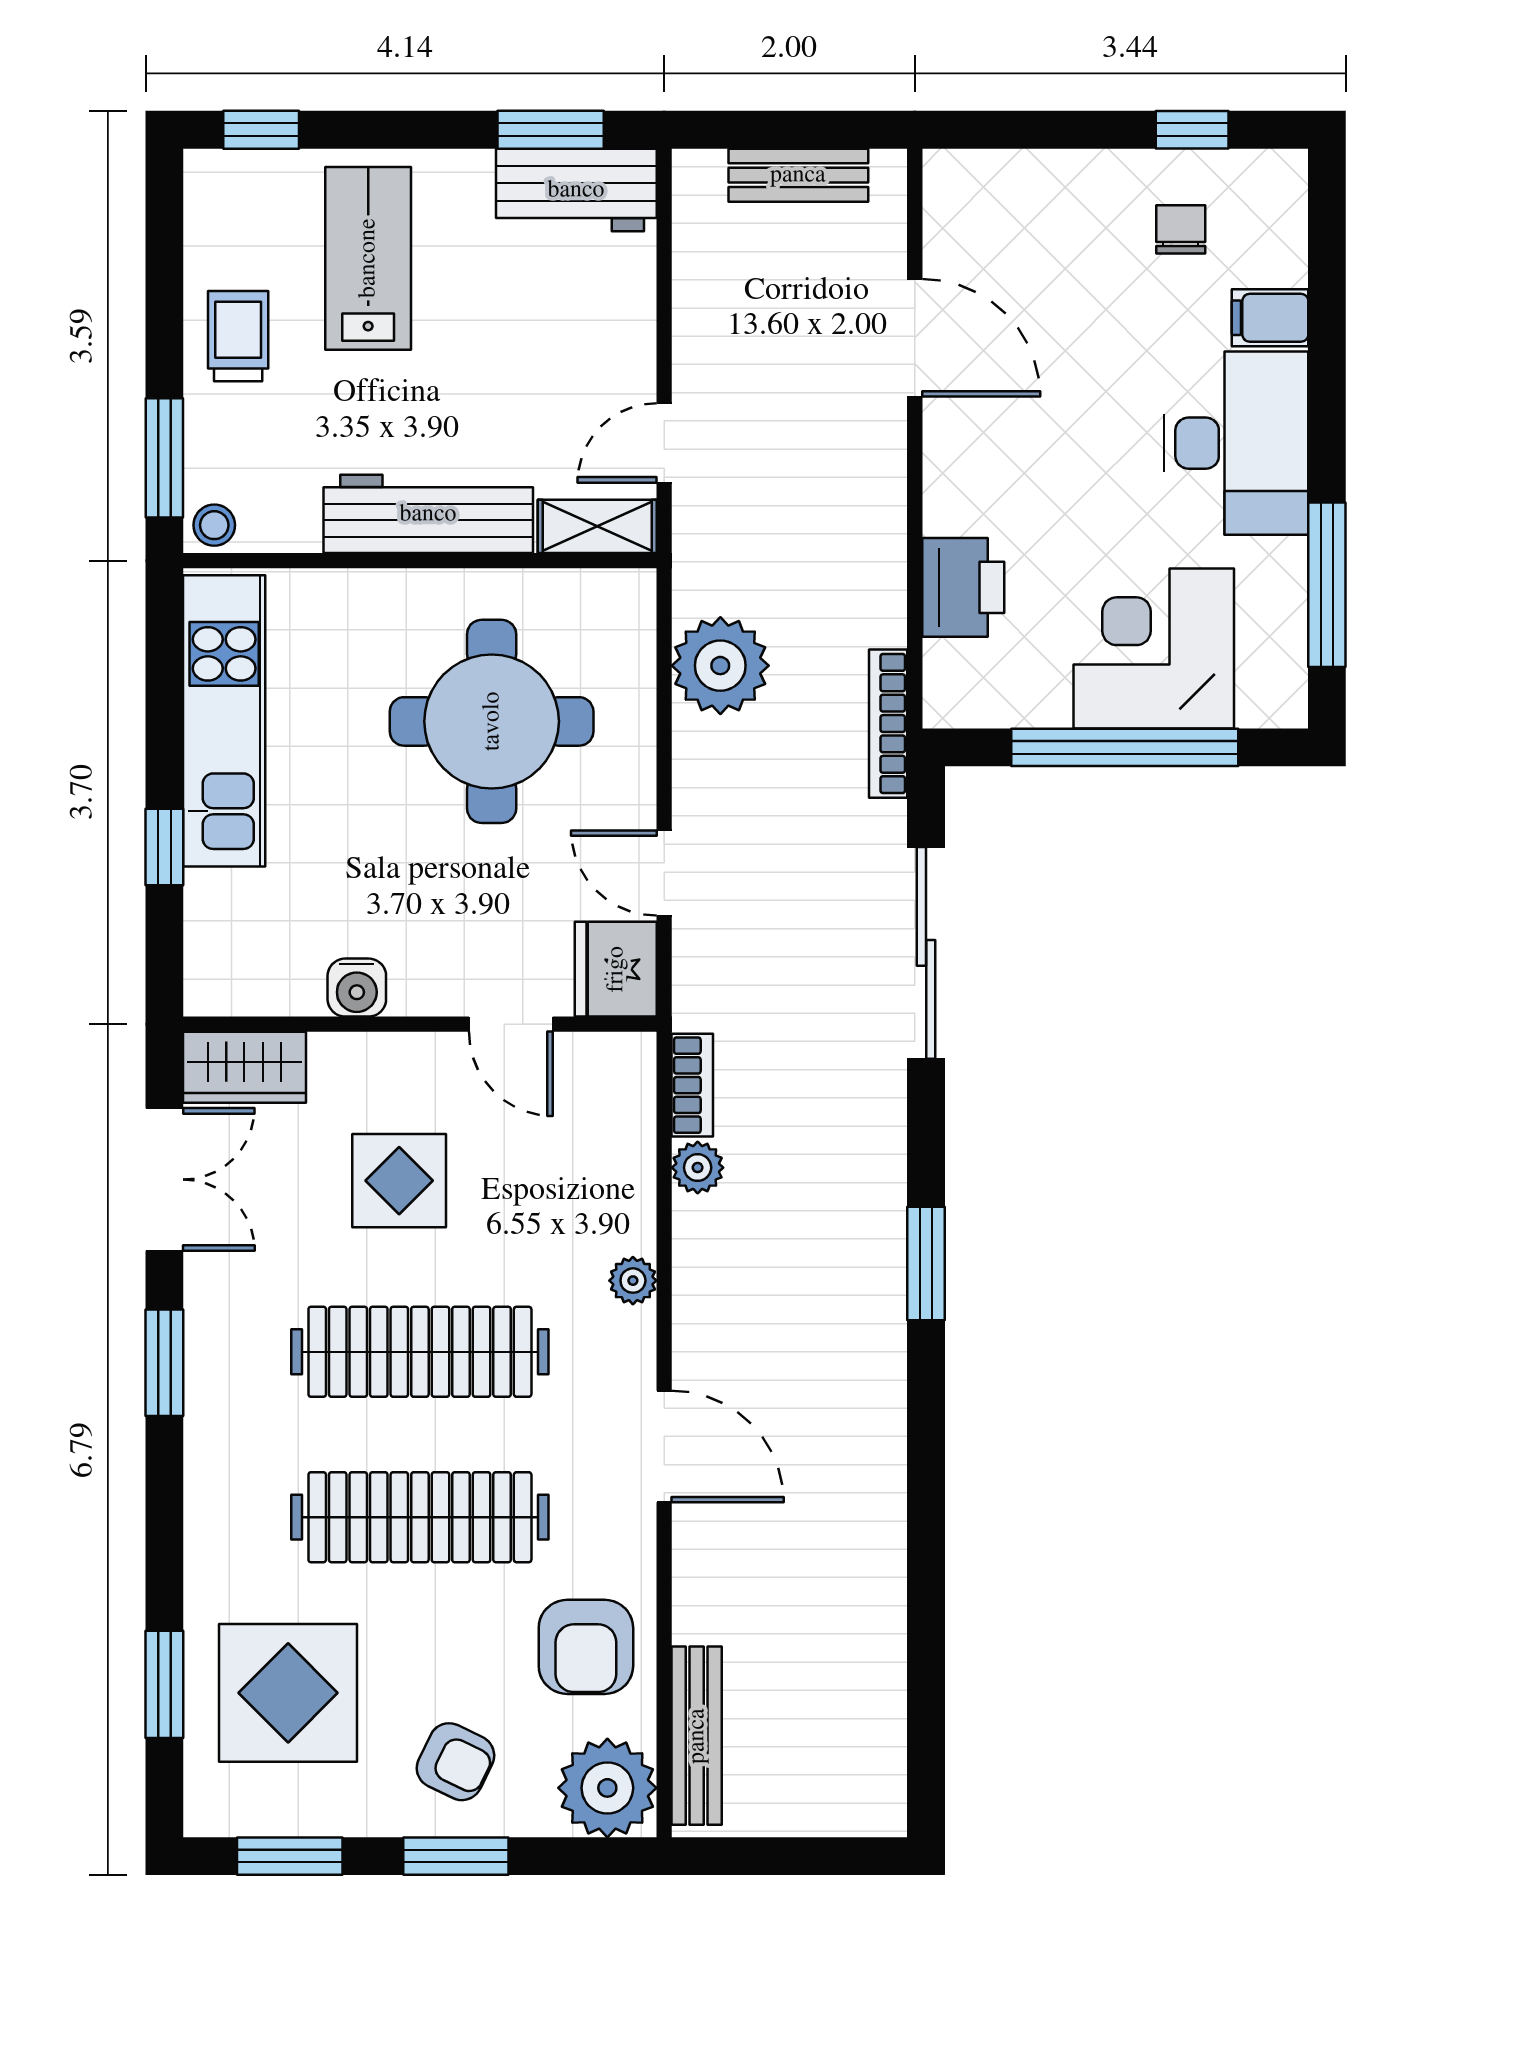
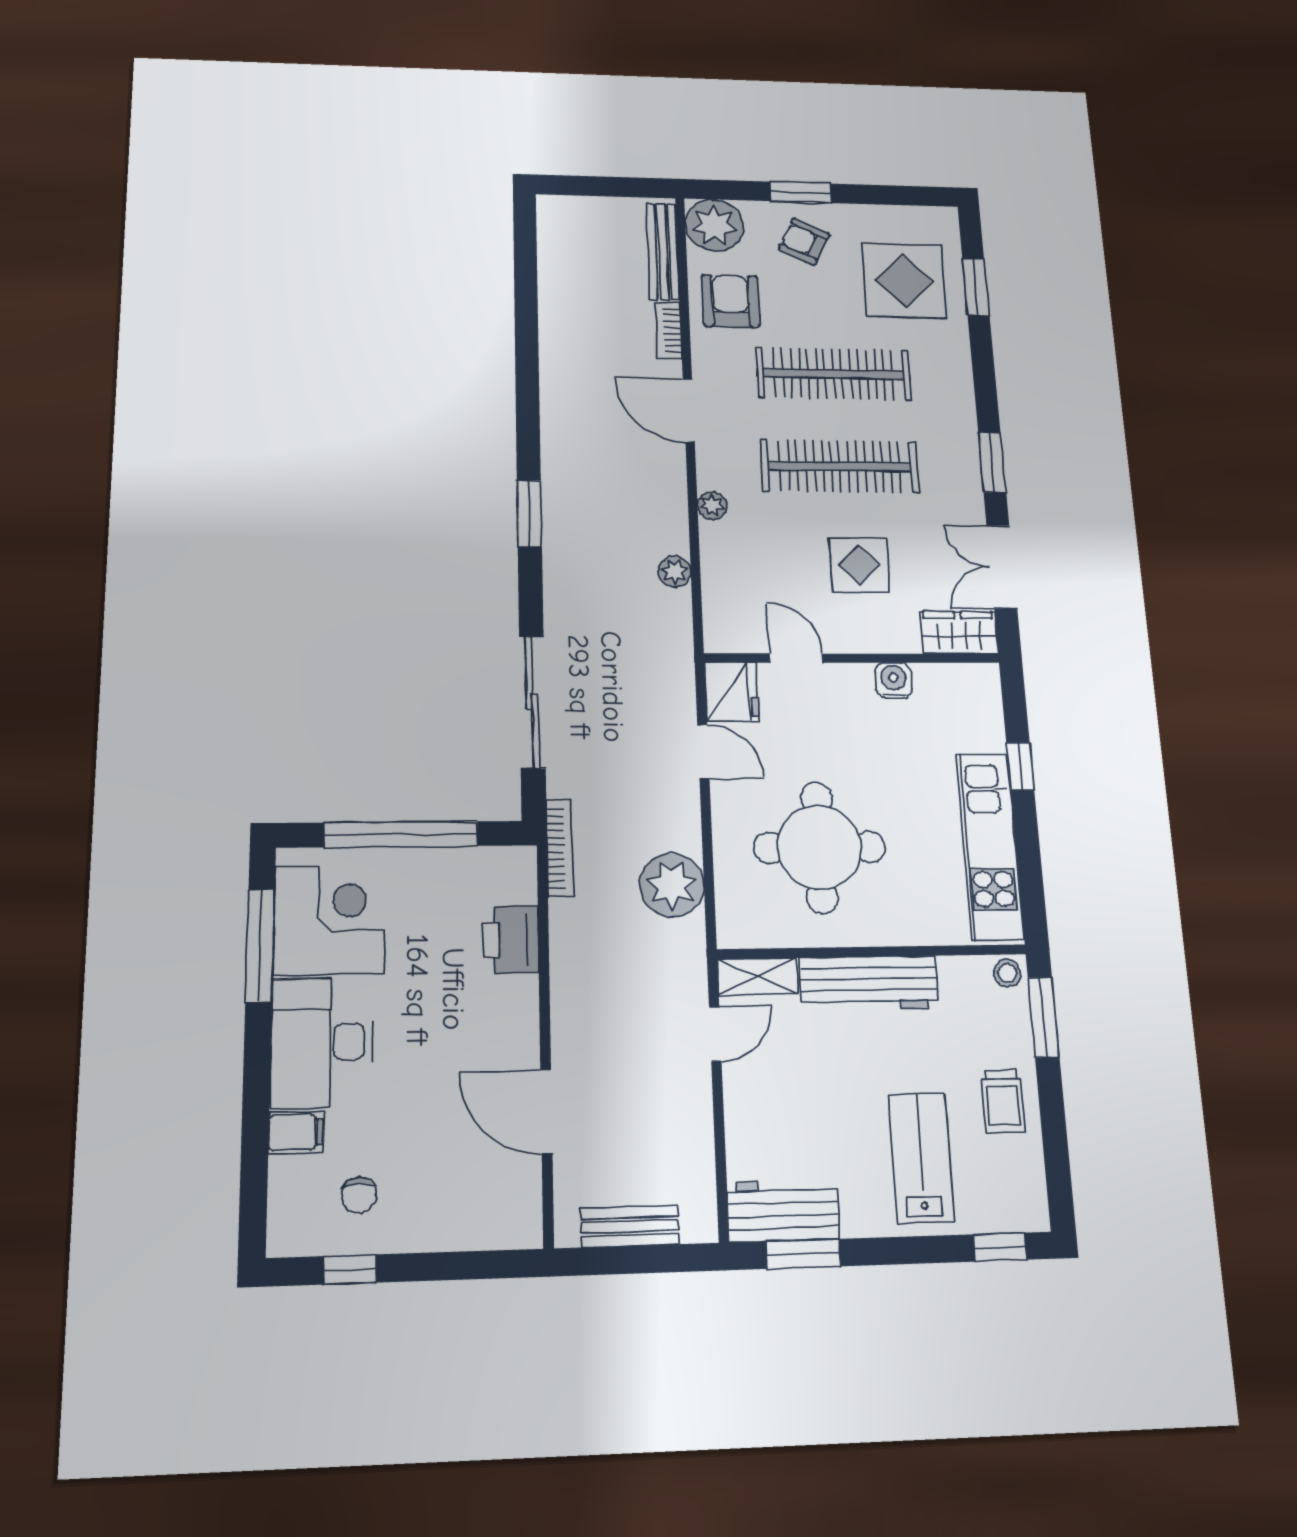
lab bench: (368, 258) -> (921, 1158), turned 180
corner desk: (1154, 648) -> (329, 920), moved, turned -90
bookcase: (692, 1085) -> (668, 330), moved
window: (290, 1856) -> (896, 195), removed

